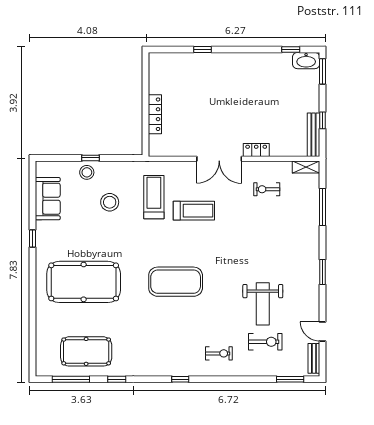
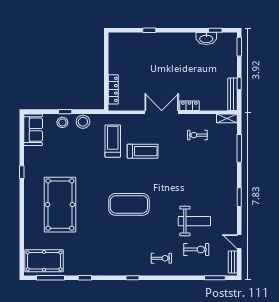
washbasin: (306, 61) -> (206, 39), moved
locker: (155, 114) -> (113, 89), moved
double door: (219, 159) -> (162, 112), swing flipped
sofa: (48, 199) -> (33, 130), moved
stool: (110, 202) -> (83, 122), moved
pool table: (84, 282) -> (60, 205), turned 90
weight bench: (263, 304) -> (194, 221), turned -90
pool table: (86, 351) -> (44, 261), moved

